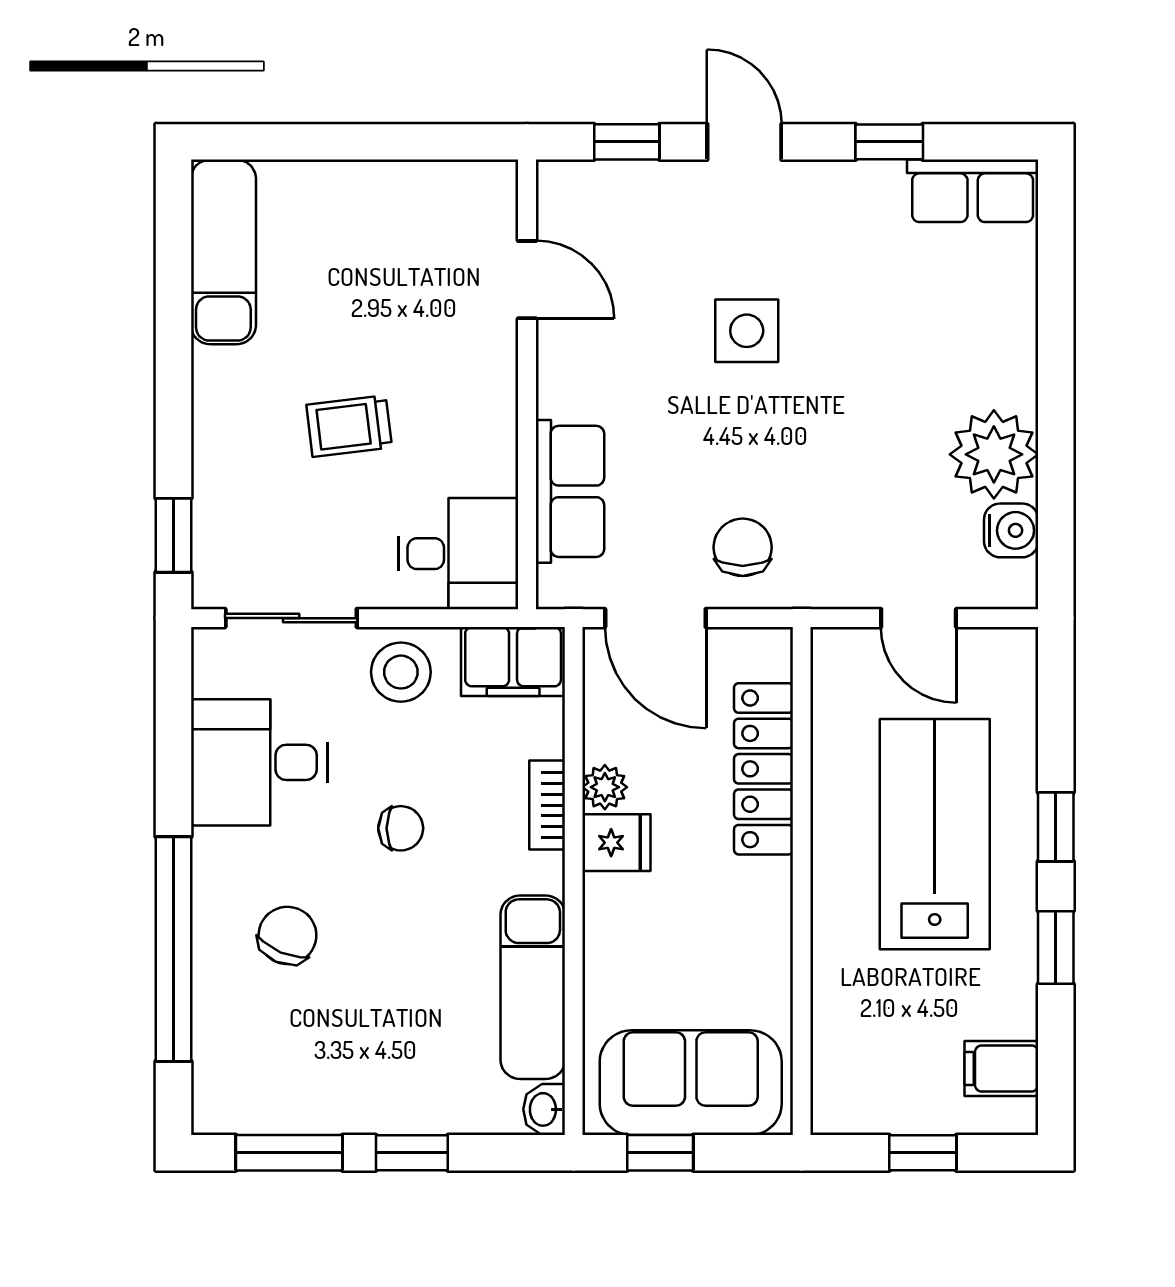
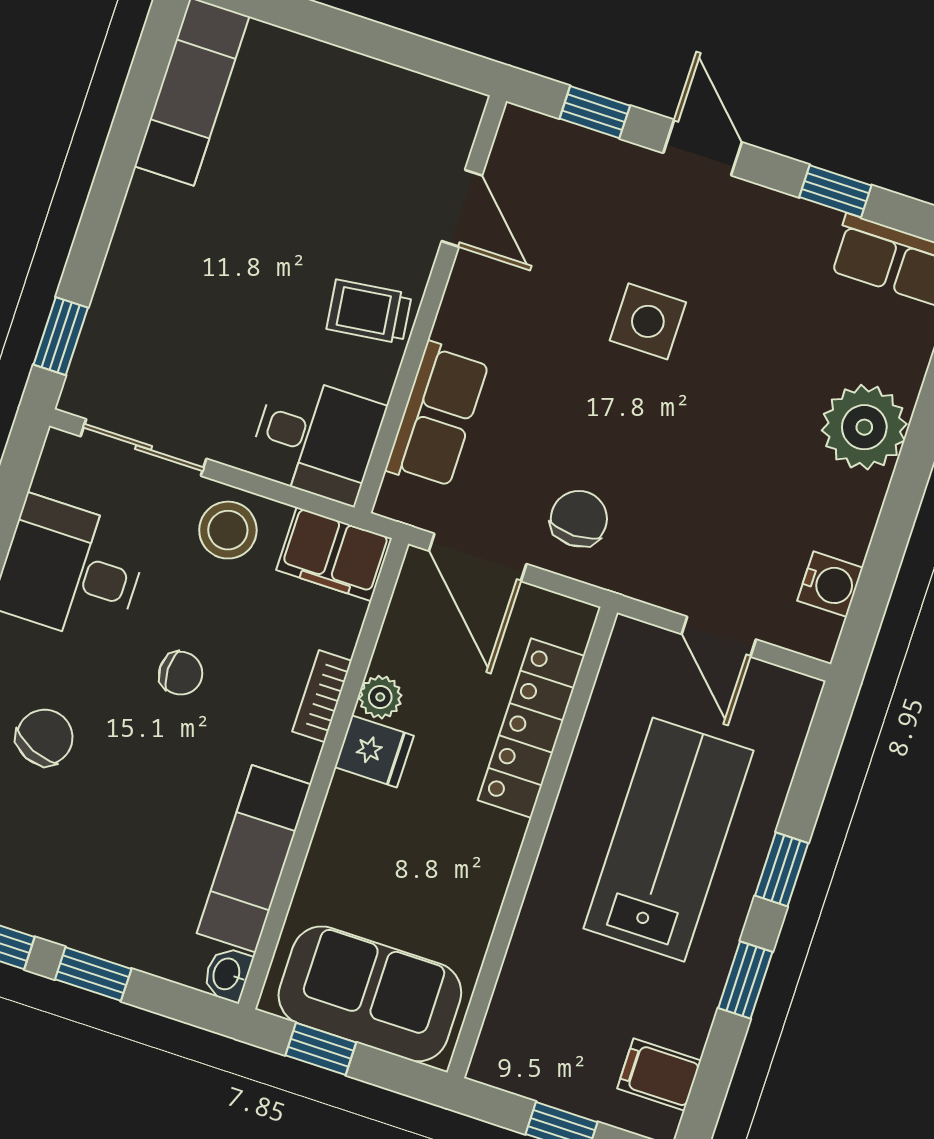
trolley: (349, 426) -> (369, 312), moved
plant: (994, 454) -> (864, 427), moved

